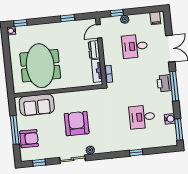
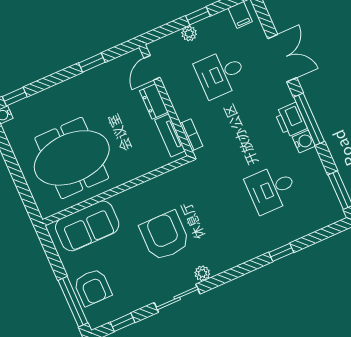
window: (117, 13) -> (198, 16), moved
meeting table: (40, 66) -> (72, 158), turned 90
water cooler: (170, 119) -> (304, 141), moved
window: (15, 130) -> (73, 302), moved
armchair: (29, 139) -> (93, 287), turned 90

